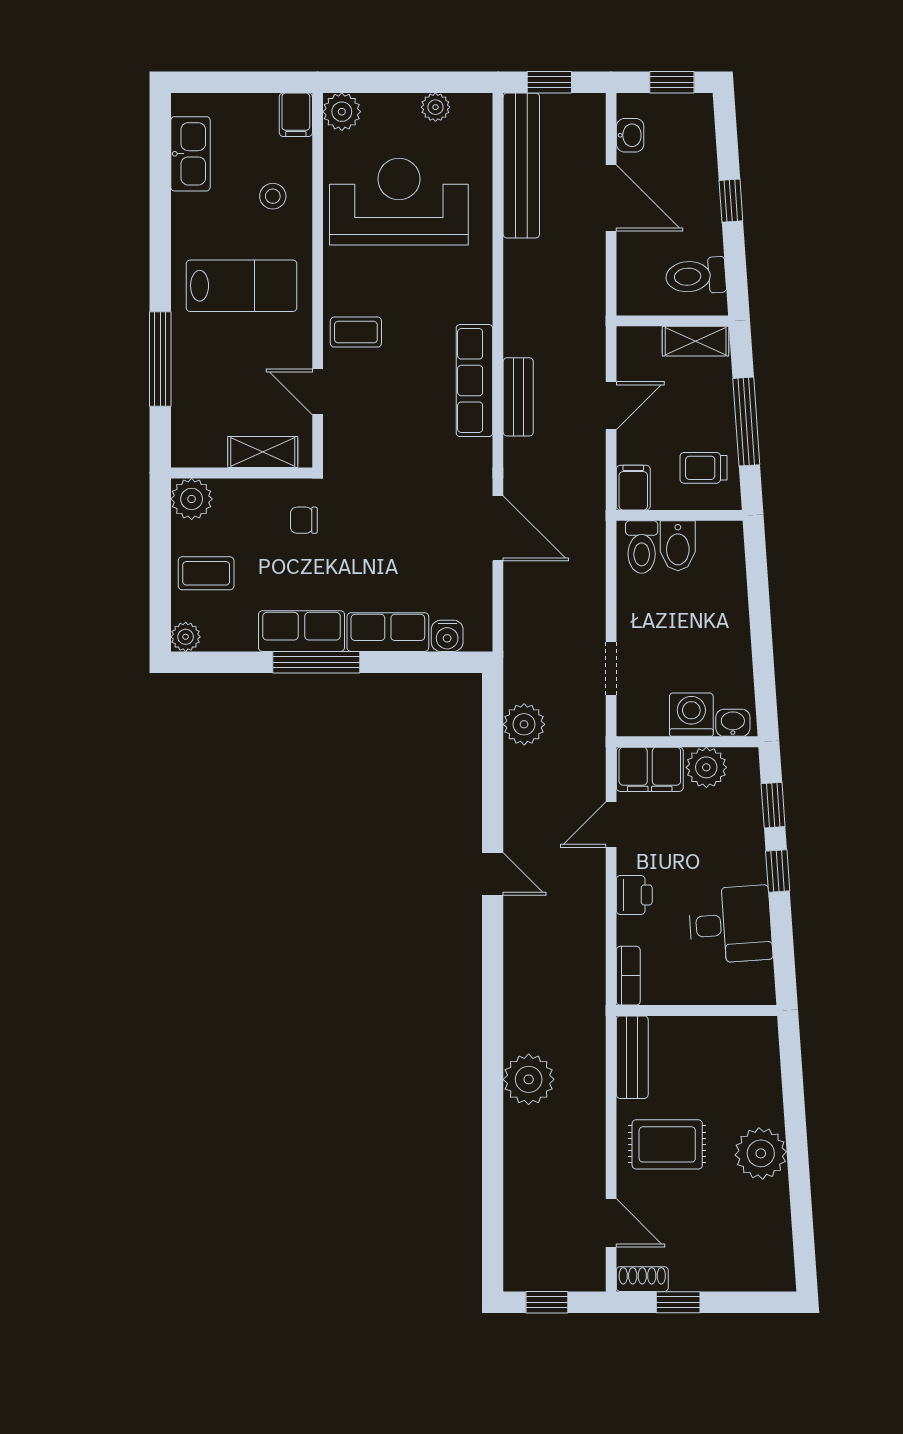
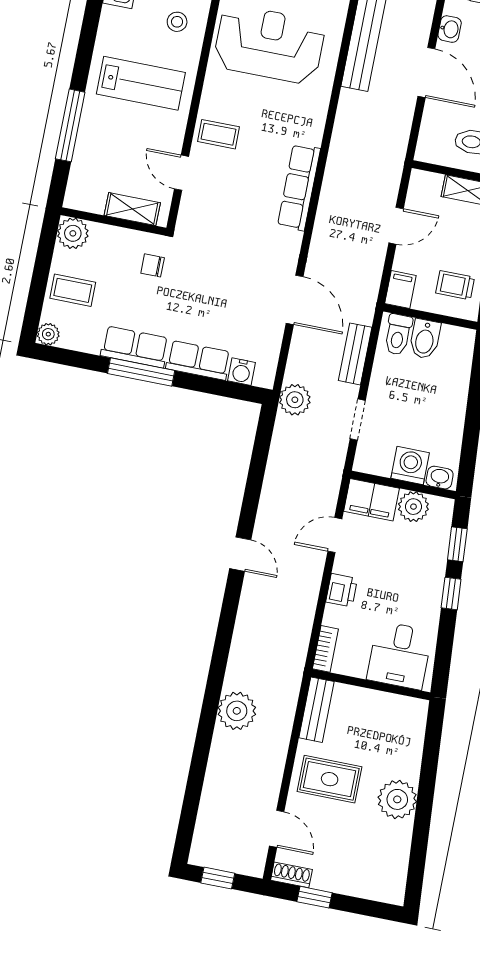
bench: (518, 397) -> (355, 354), moved
plant: (524, 724) -> (295, 400), moved
desk: (730, 925) -> (400, 655), moved, turned 94

